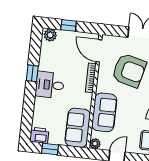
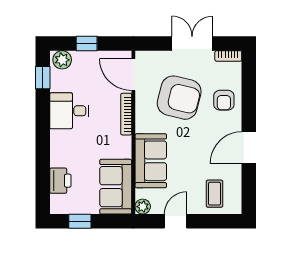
window: (32, 73) -> (43, 78), moved
desk: (50, 85) -> (69, 111), moved
printer: (39, 135) -> (60, 181), moved, turned 90

